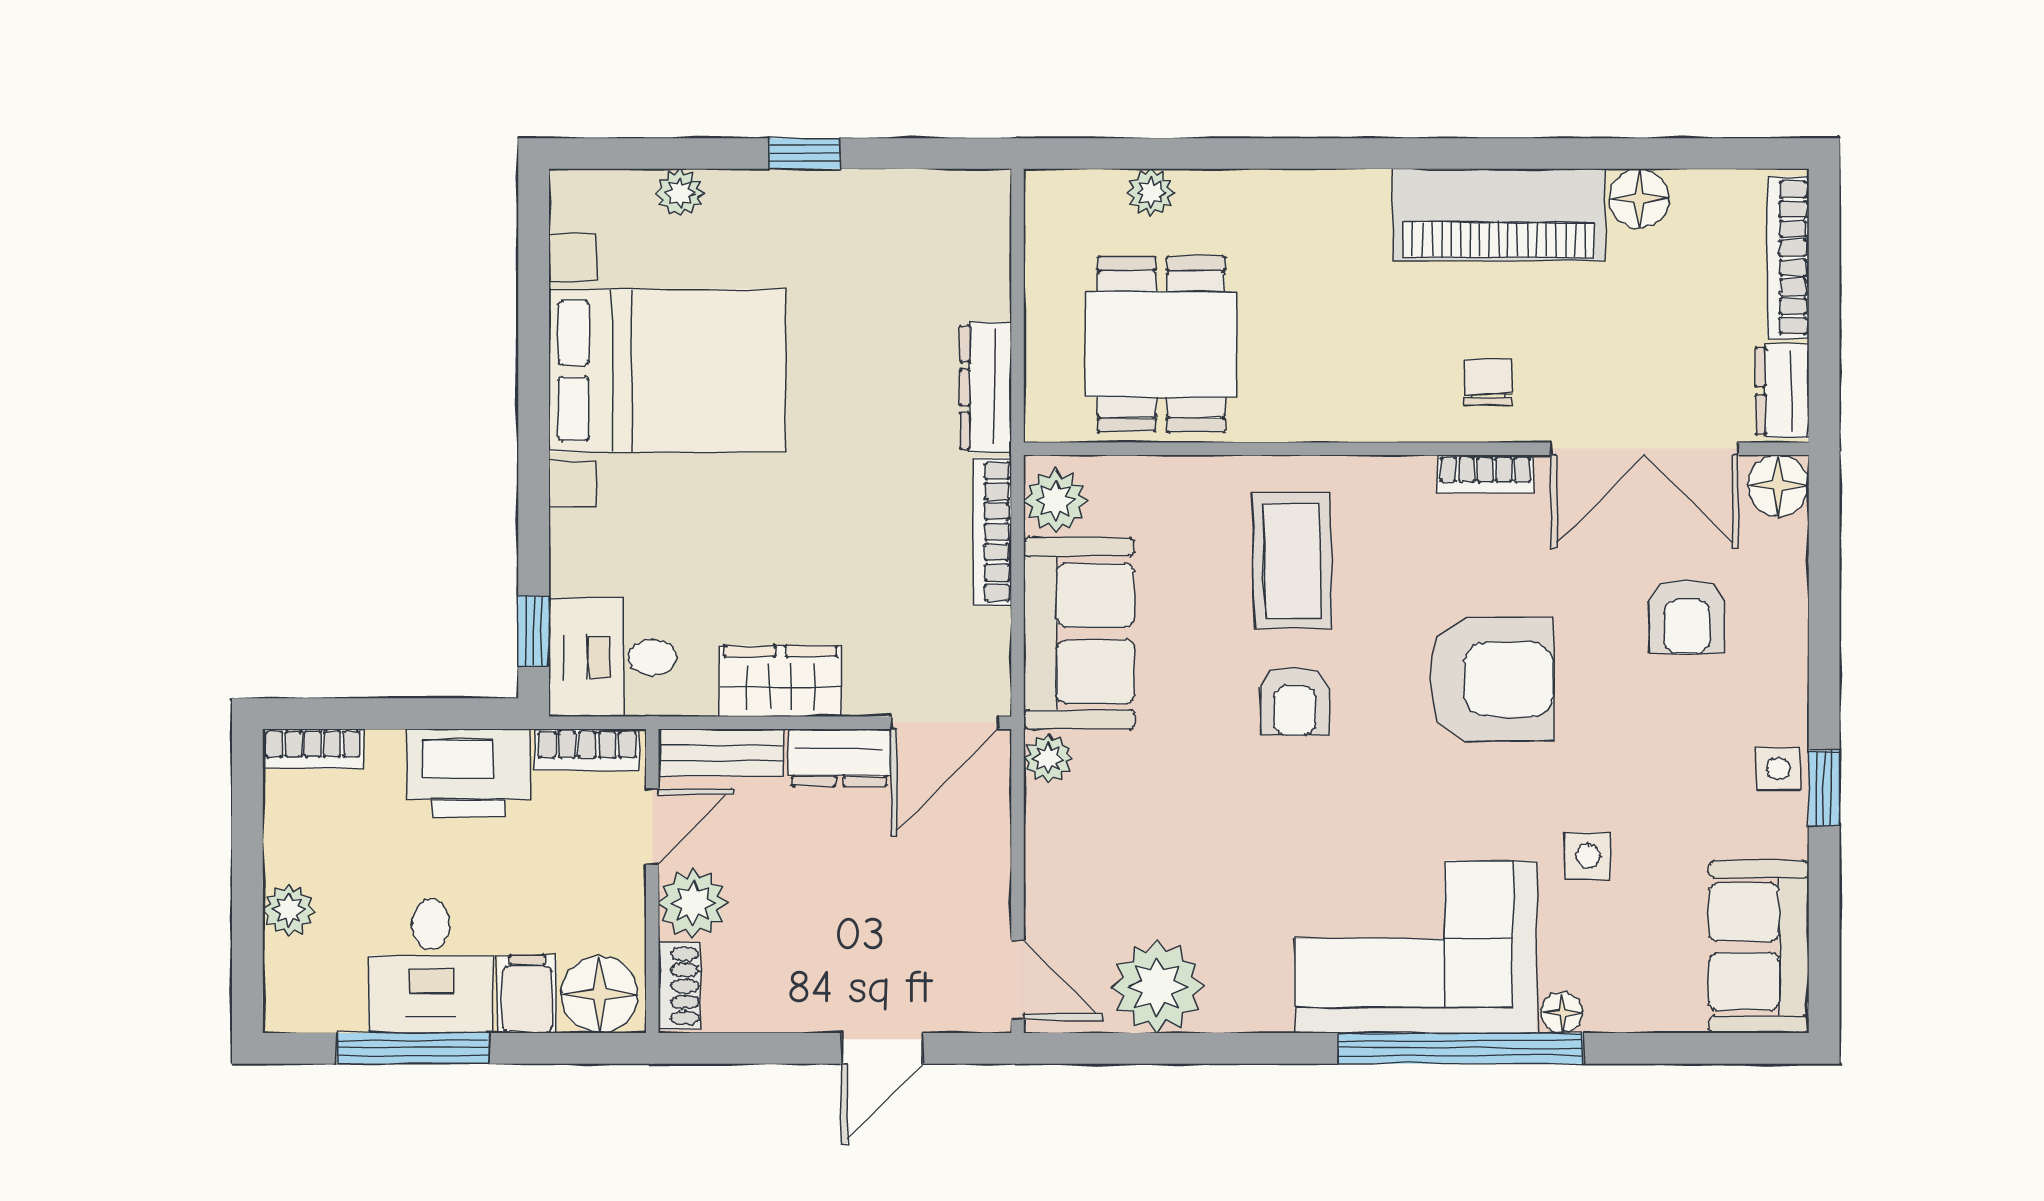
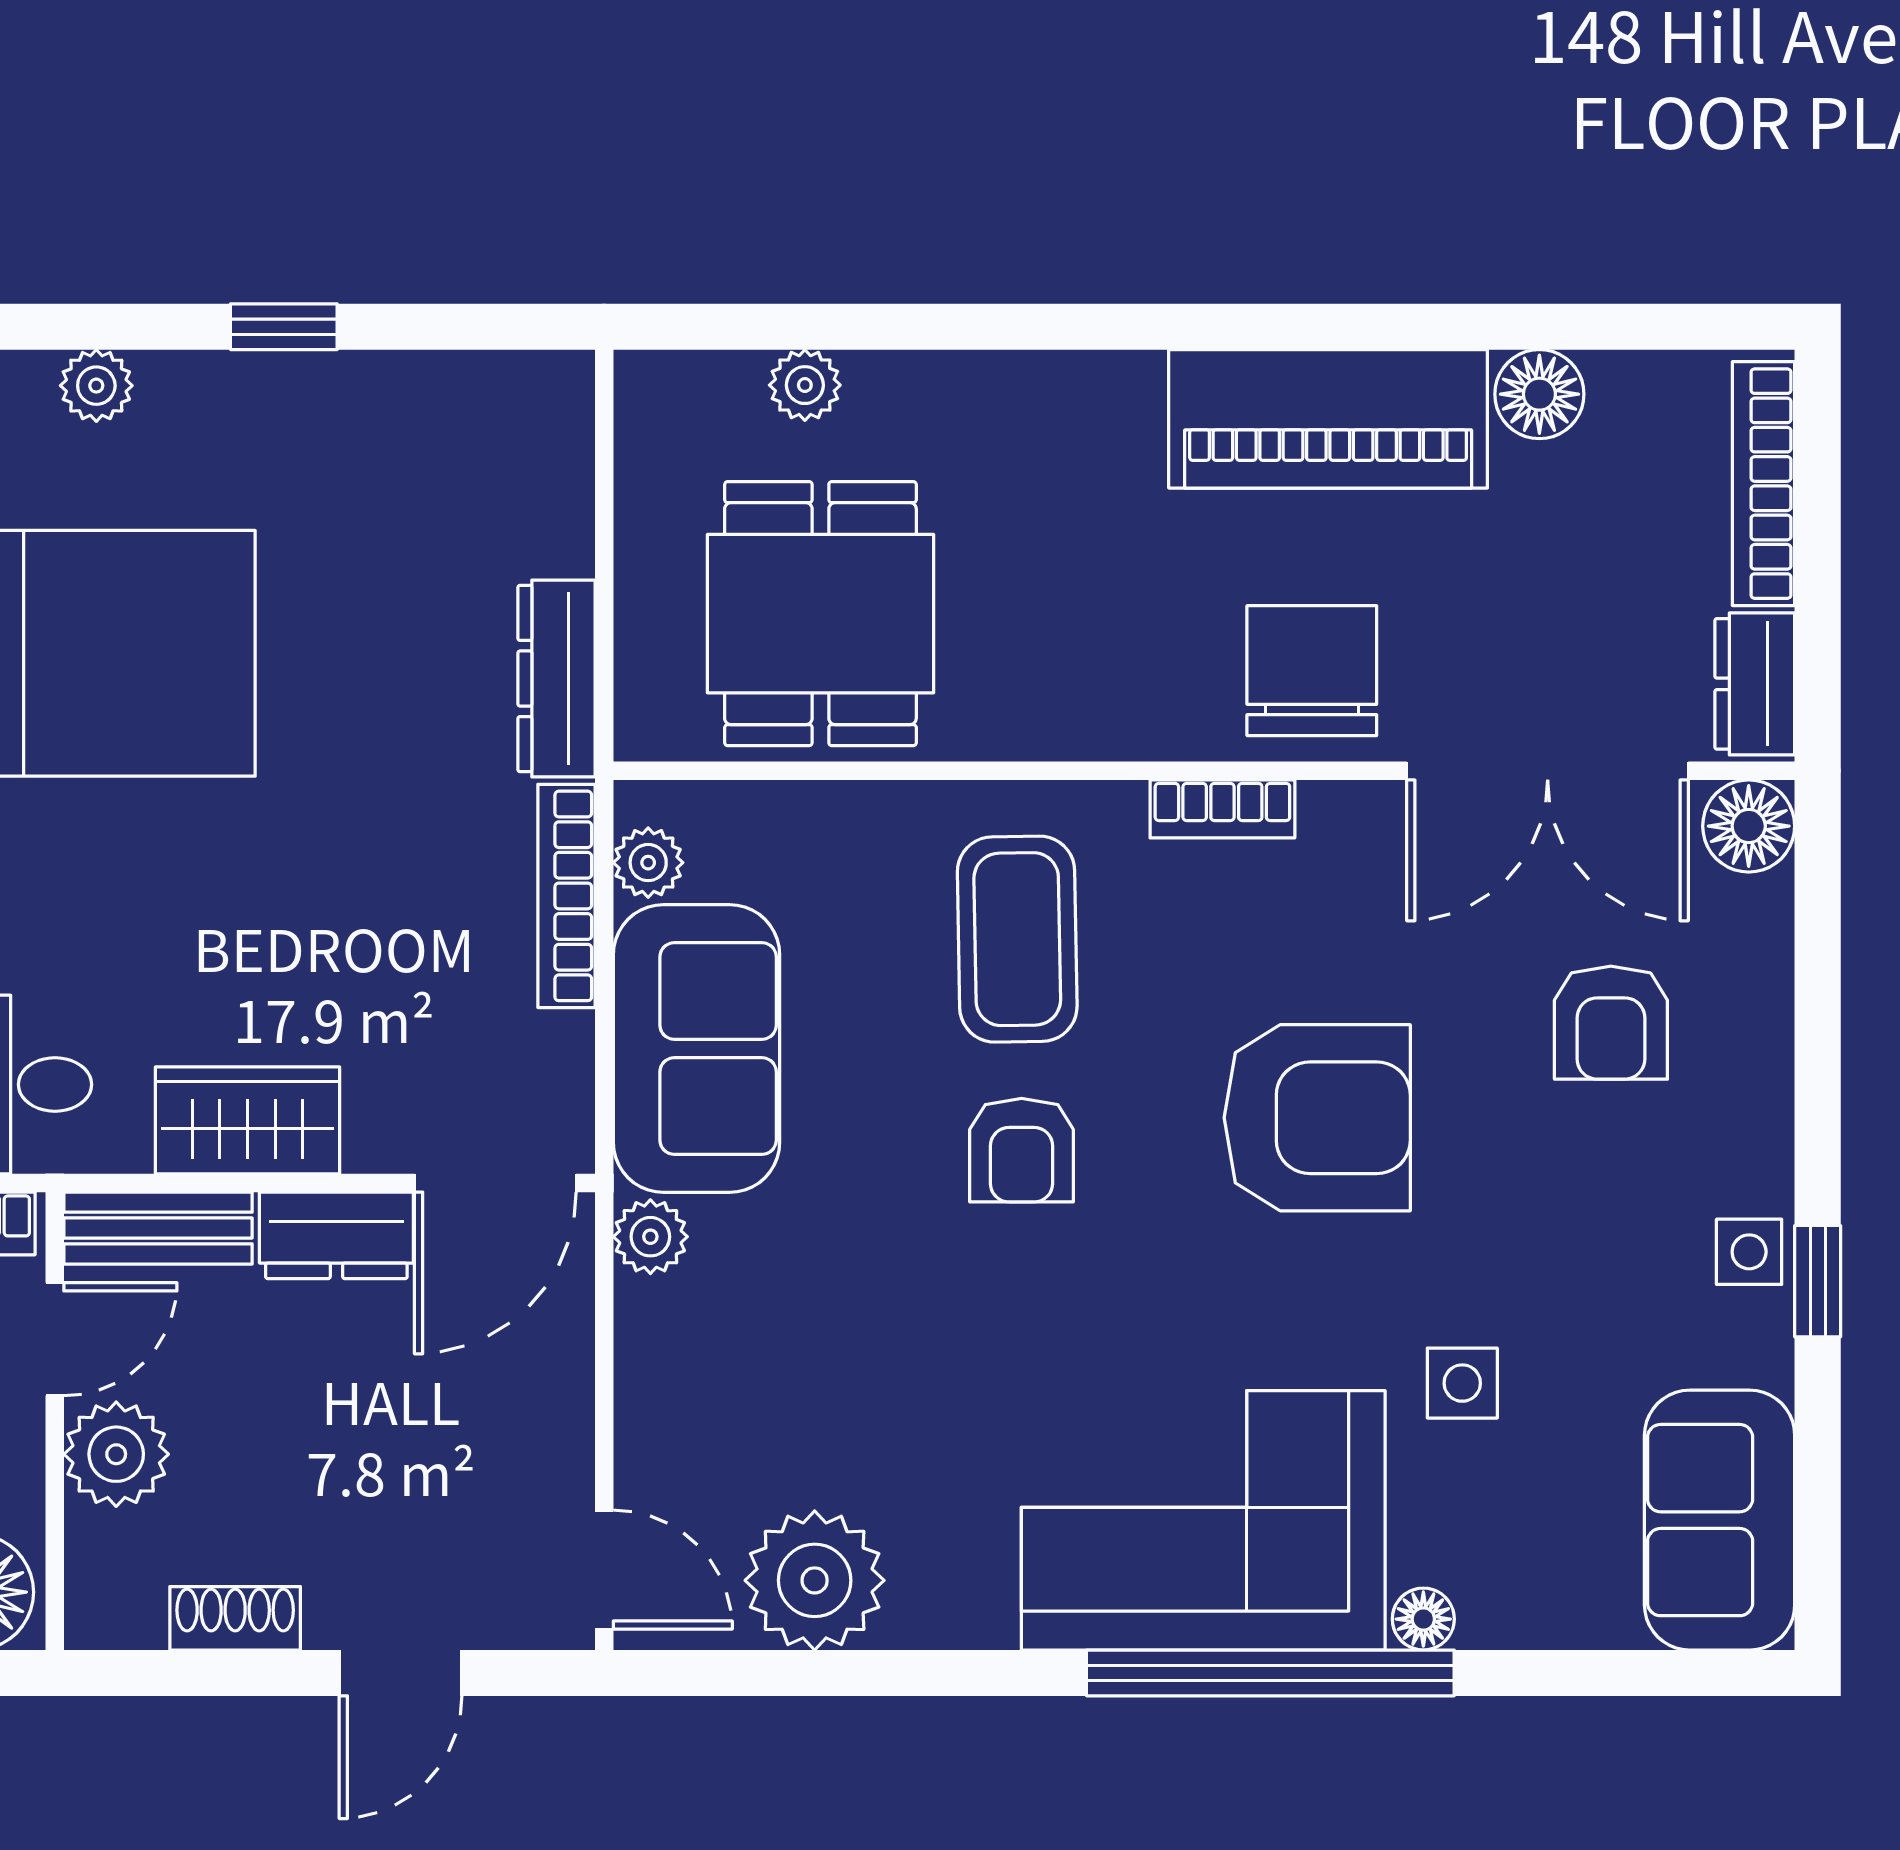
chair: (1488, 382) -> (1312, 671), width x1.87, depth x1.87
bookcase: (1485, 474) -> (1222, 809), moved
plant: (1055, 501) -> (648, 863), width x0.73, depth x0.73
shoe rack: (679, 986) -> (235, 1618), moved, turned -90

